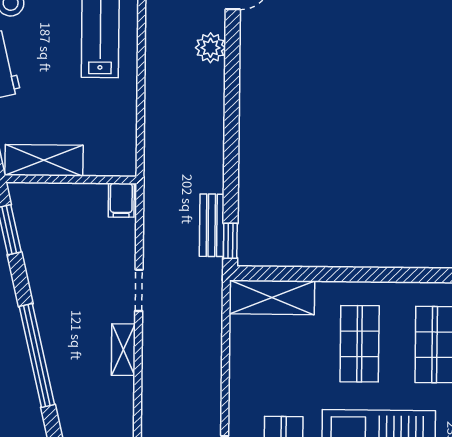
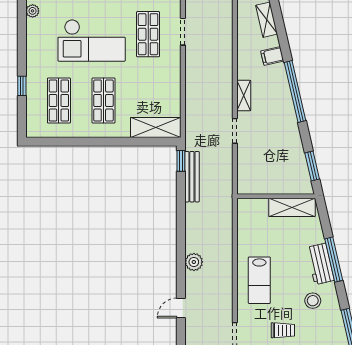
plant: (210, 48) -> (194, 262), moved
filing cabinet: (121, 200) -> (272, 56), moved, turned -103
bench: (212, 225) -> (192, 177), width x1.36

